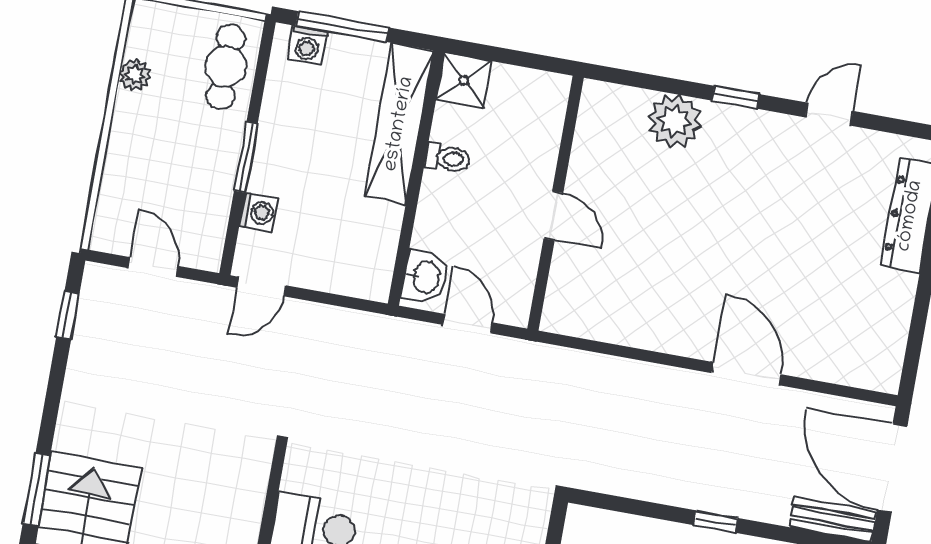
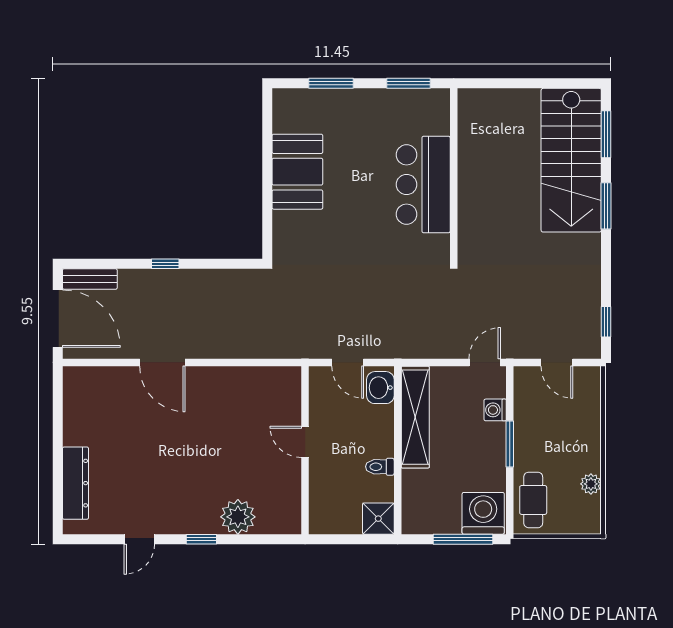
washing machine: (307, 45) -> (483, 513), width x1.89, depth x1.89
shelving: (399, 124) -> (415, 417), moved

